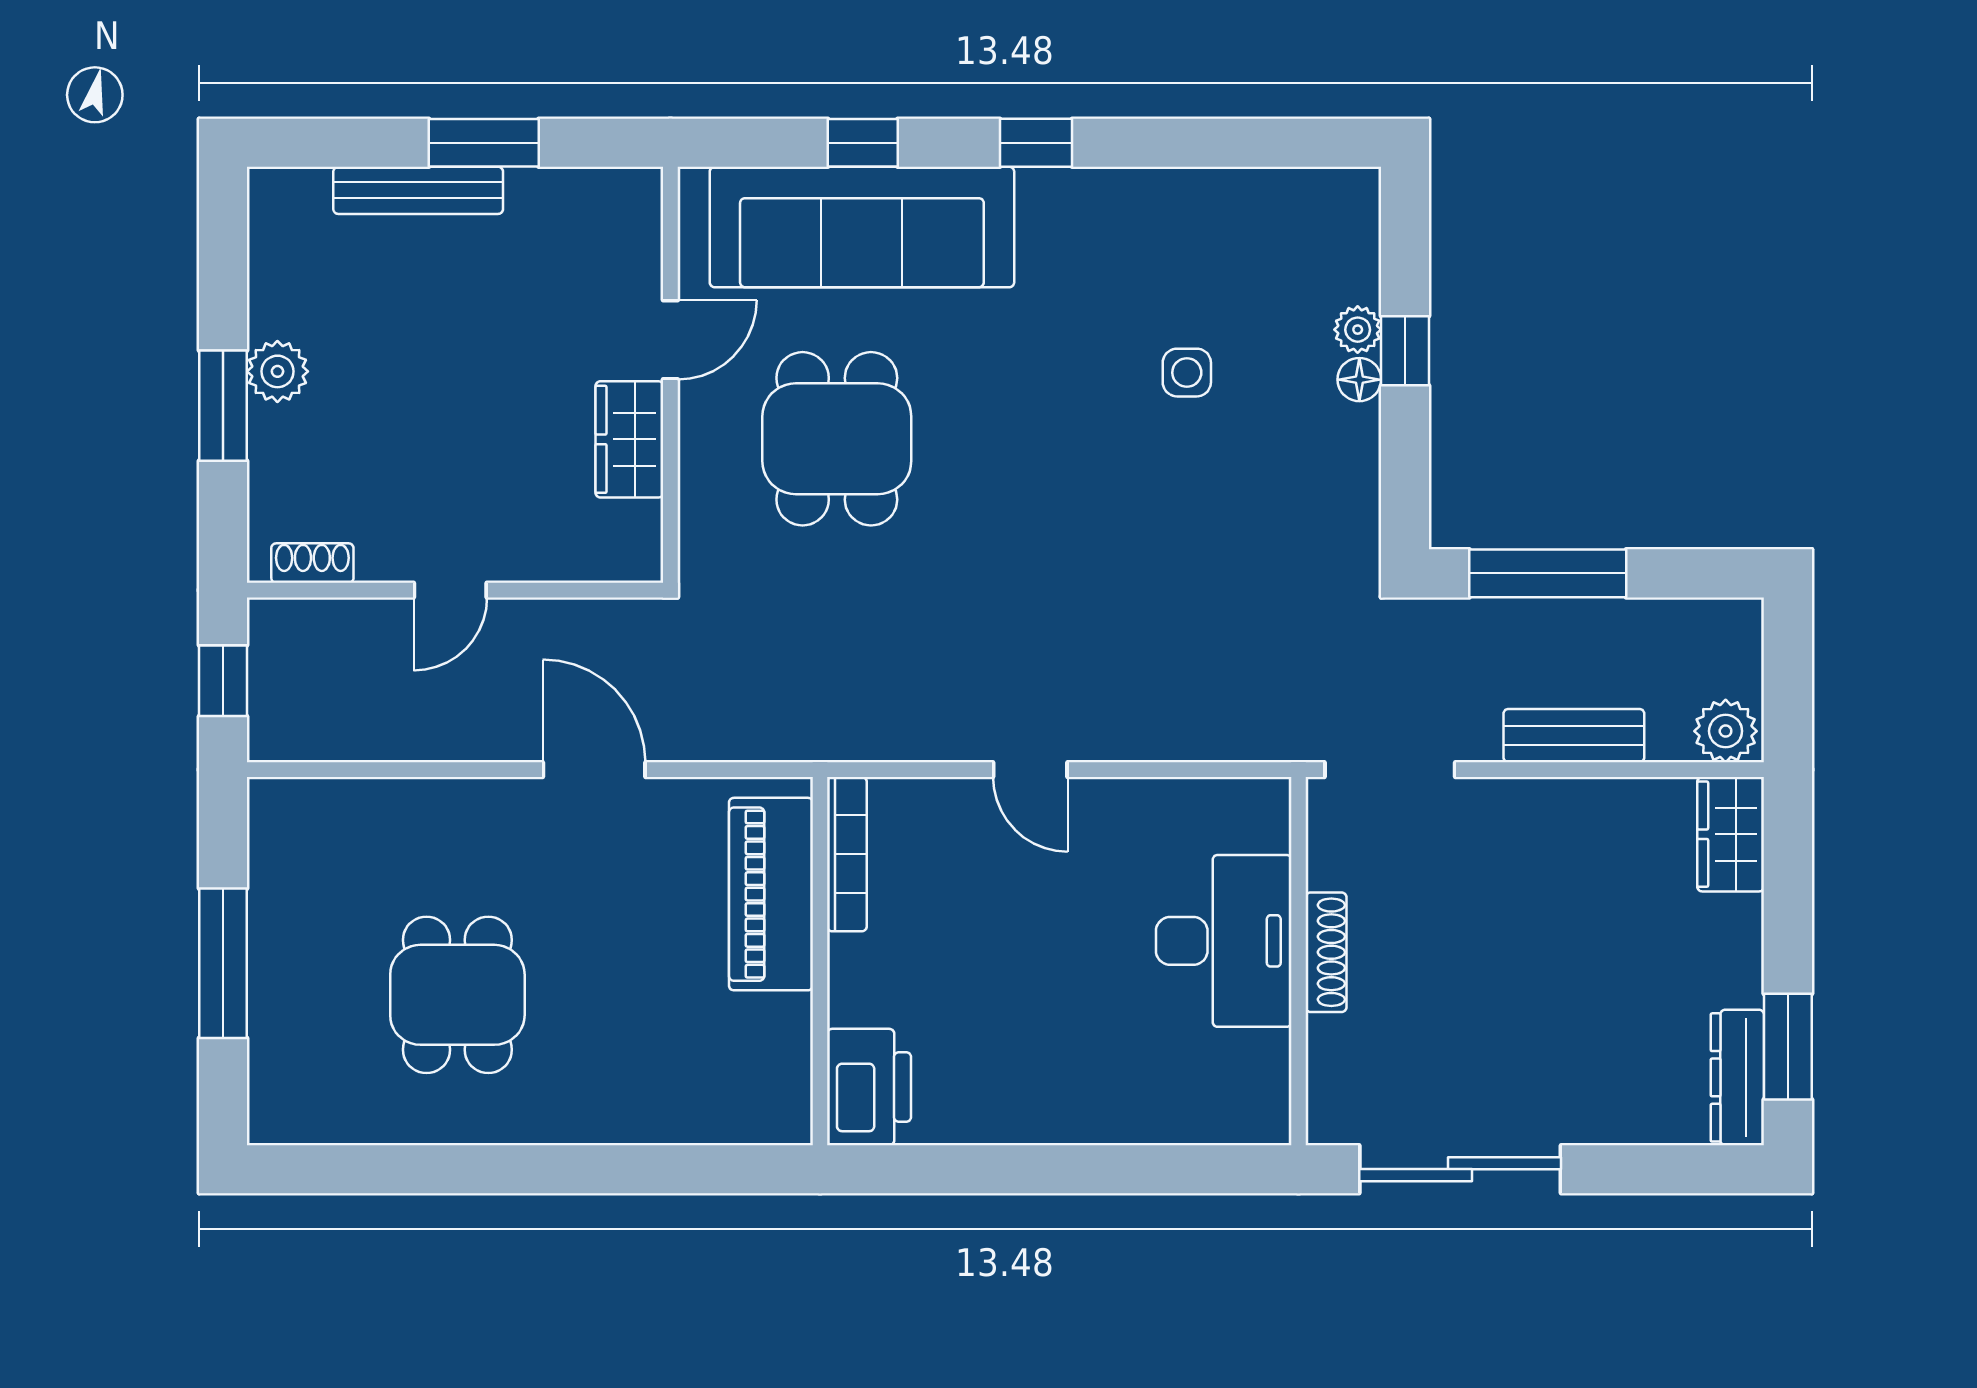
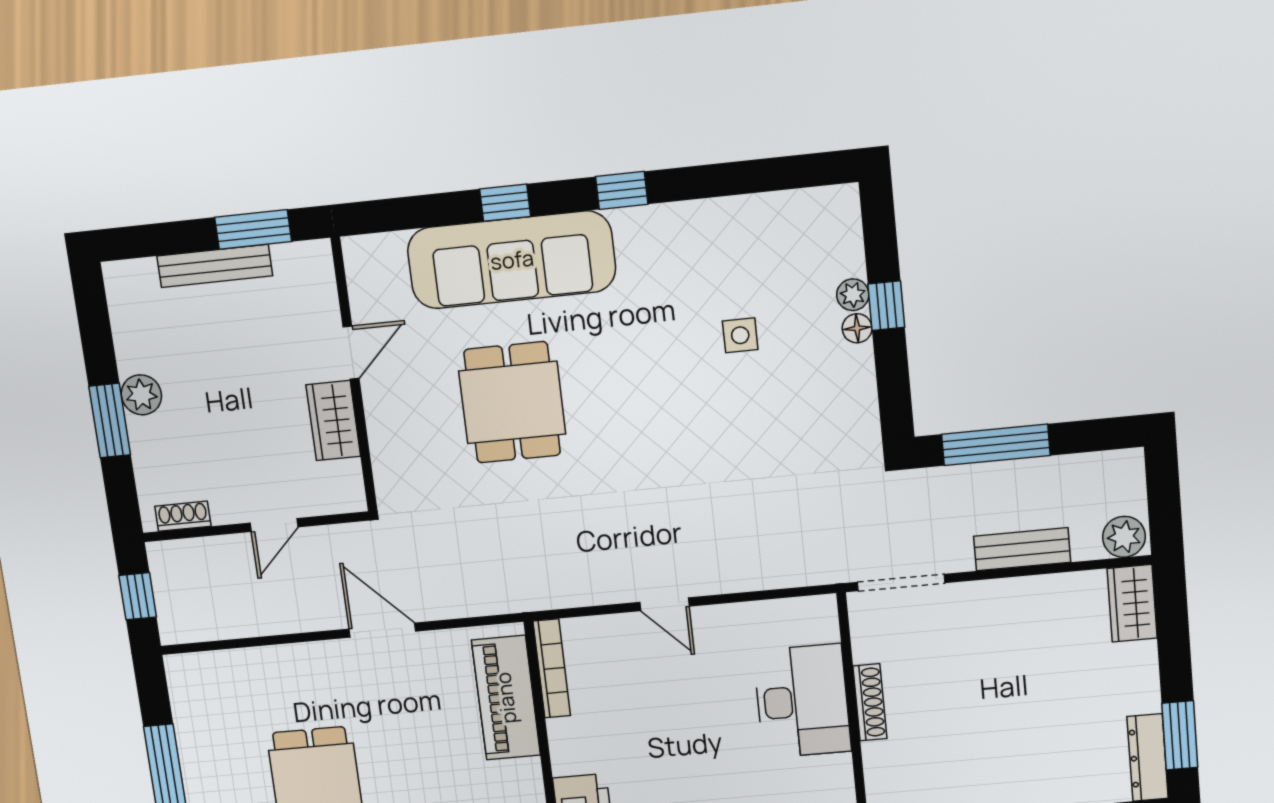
door: (670, 340) -> (351, 353), moved
wall: (670, 375) -> (354, 376), moved
wardrobe: (629, 439) -> (333, 421), moved

